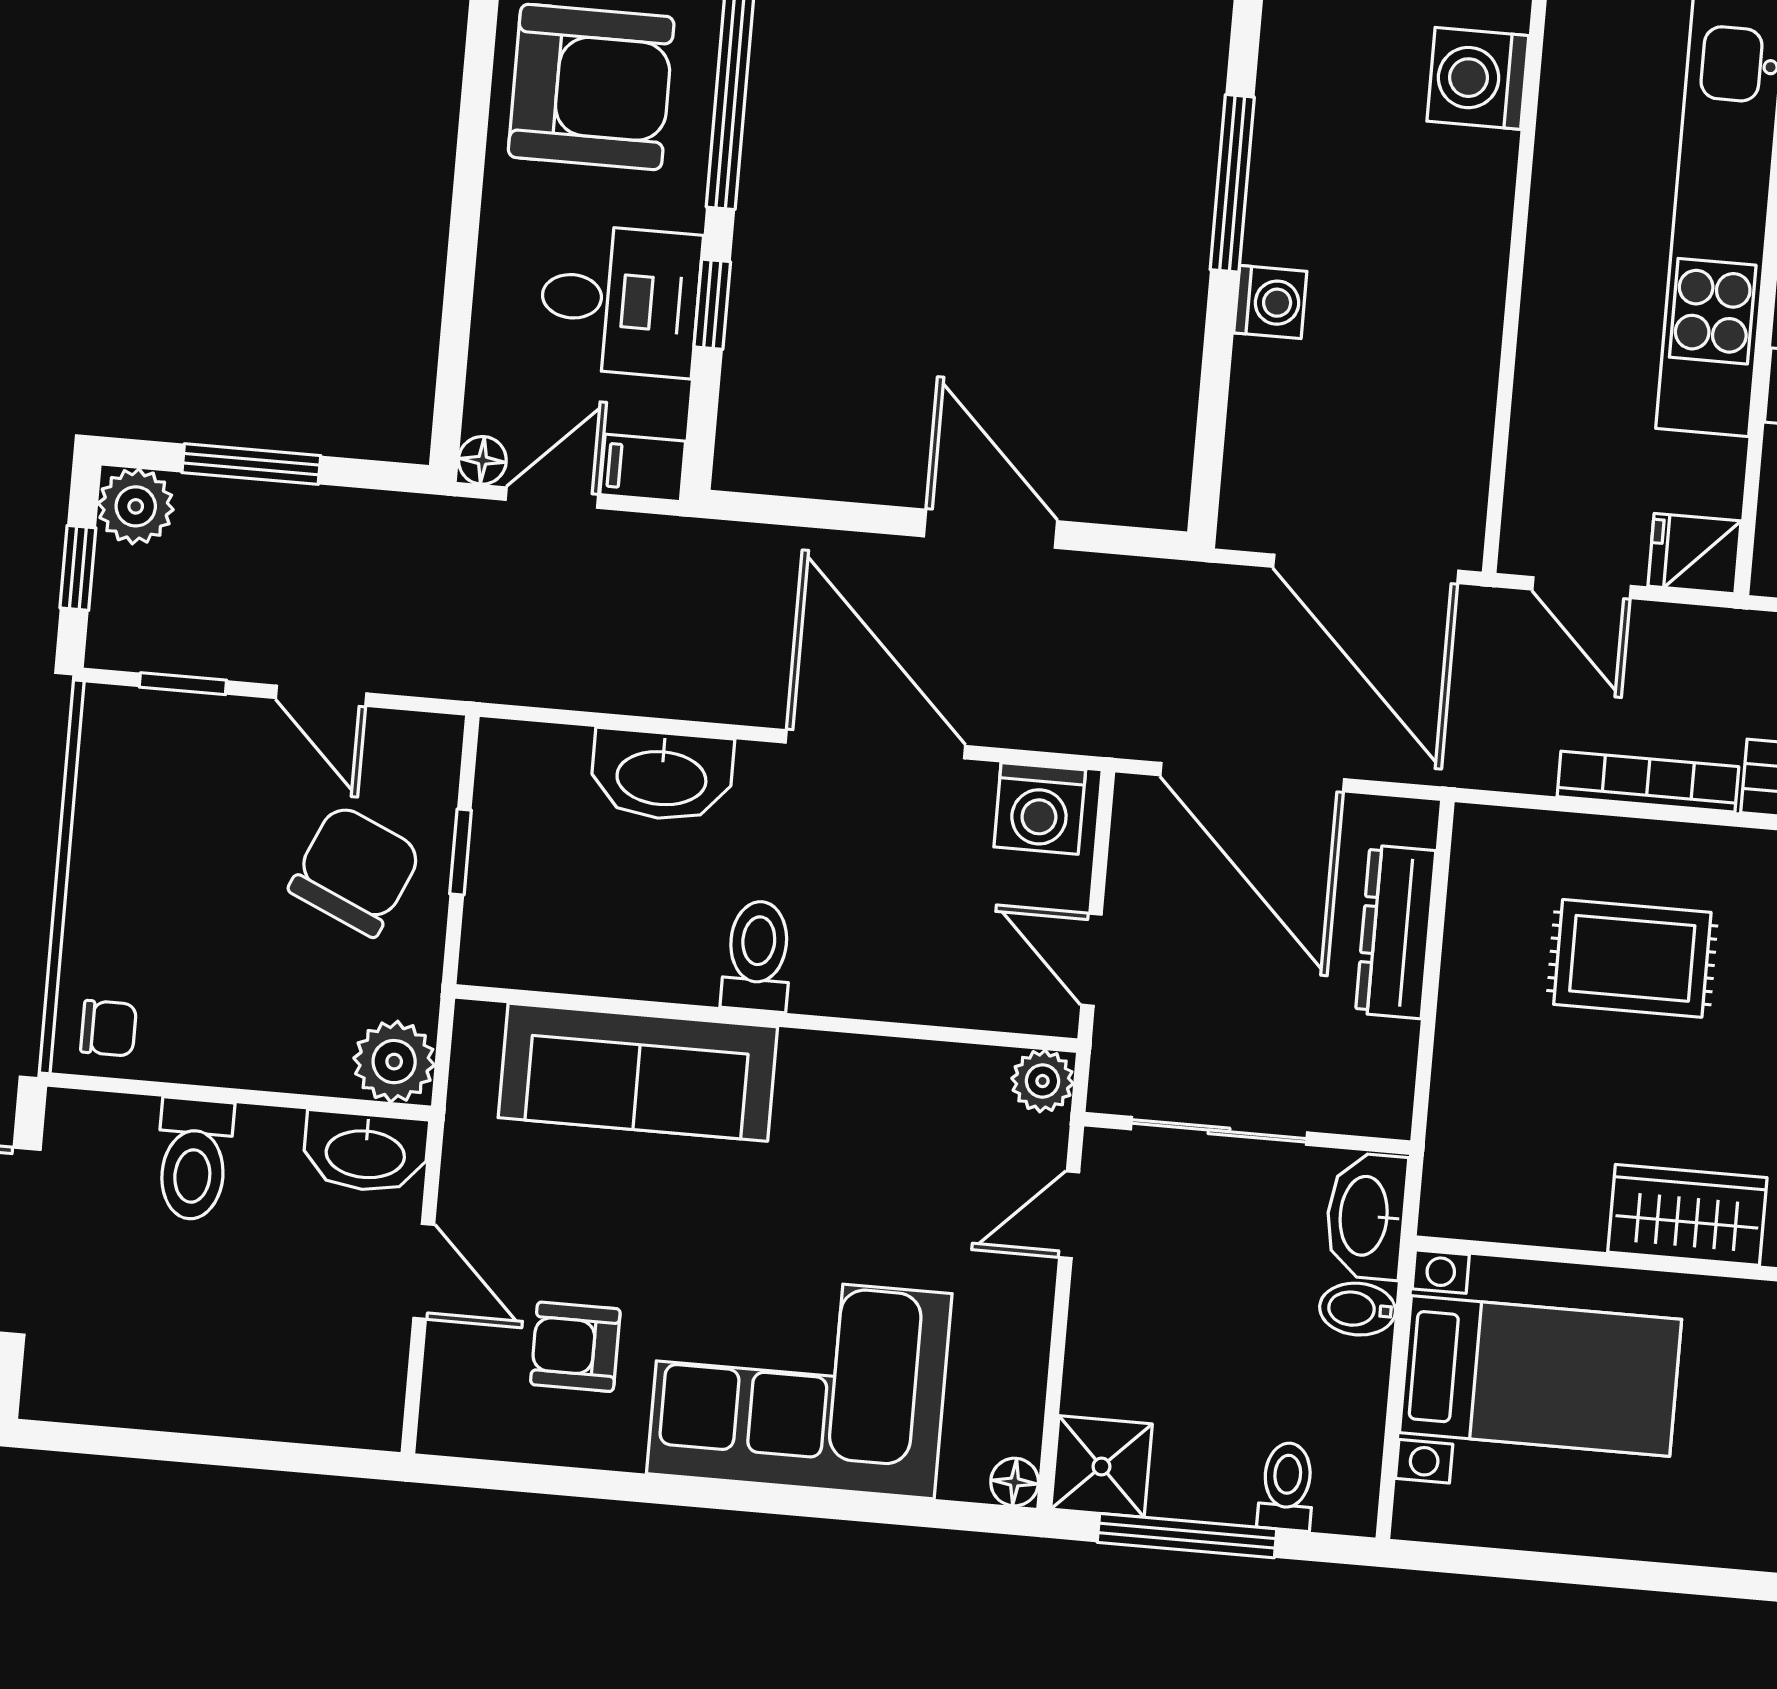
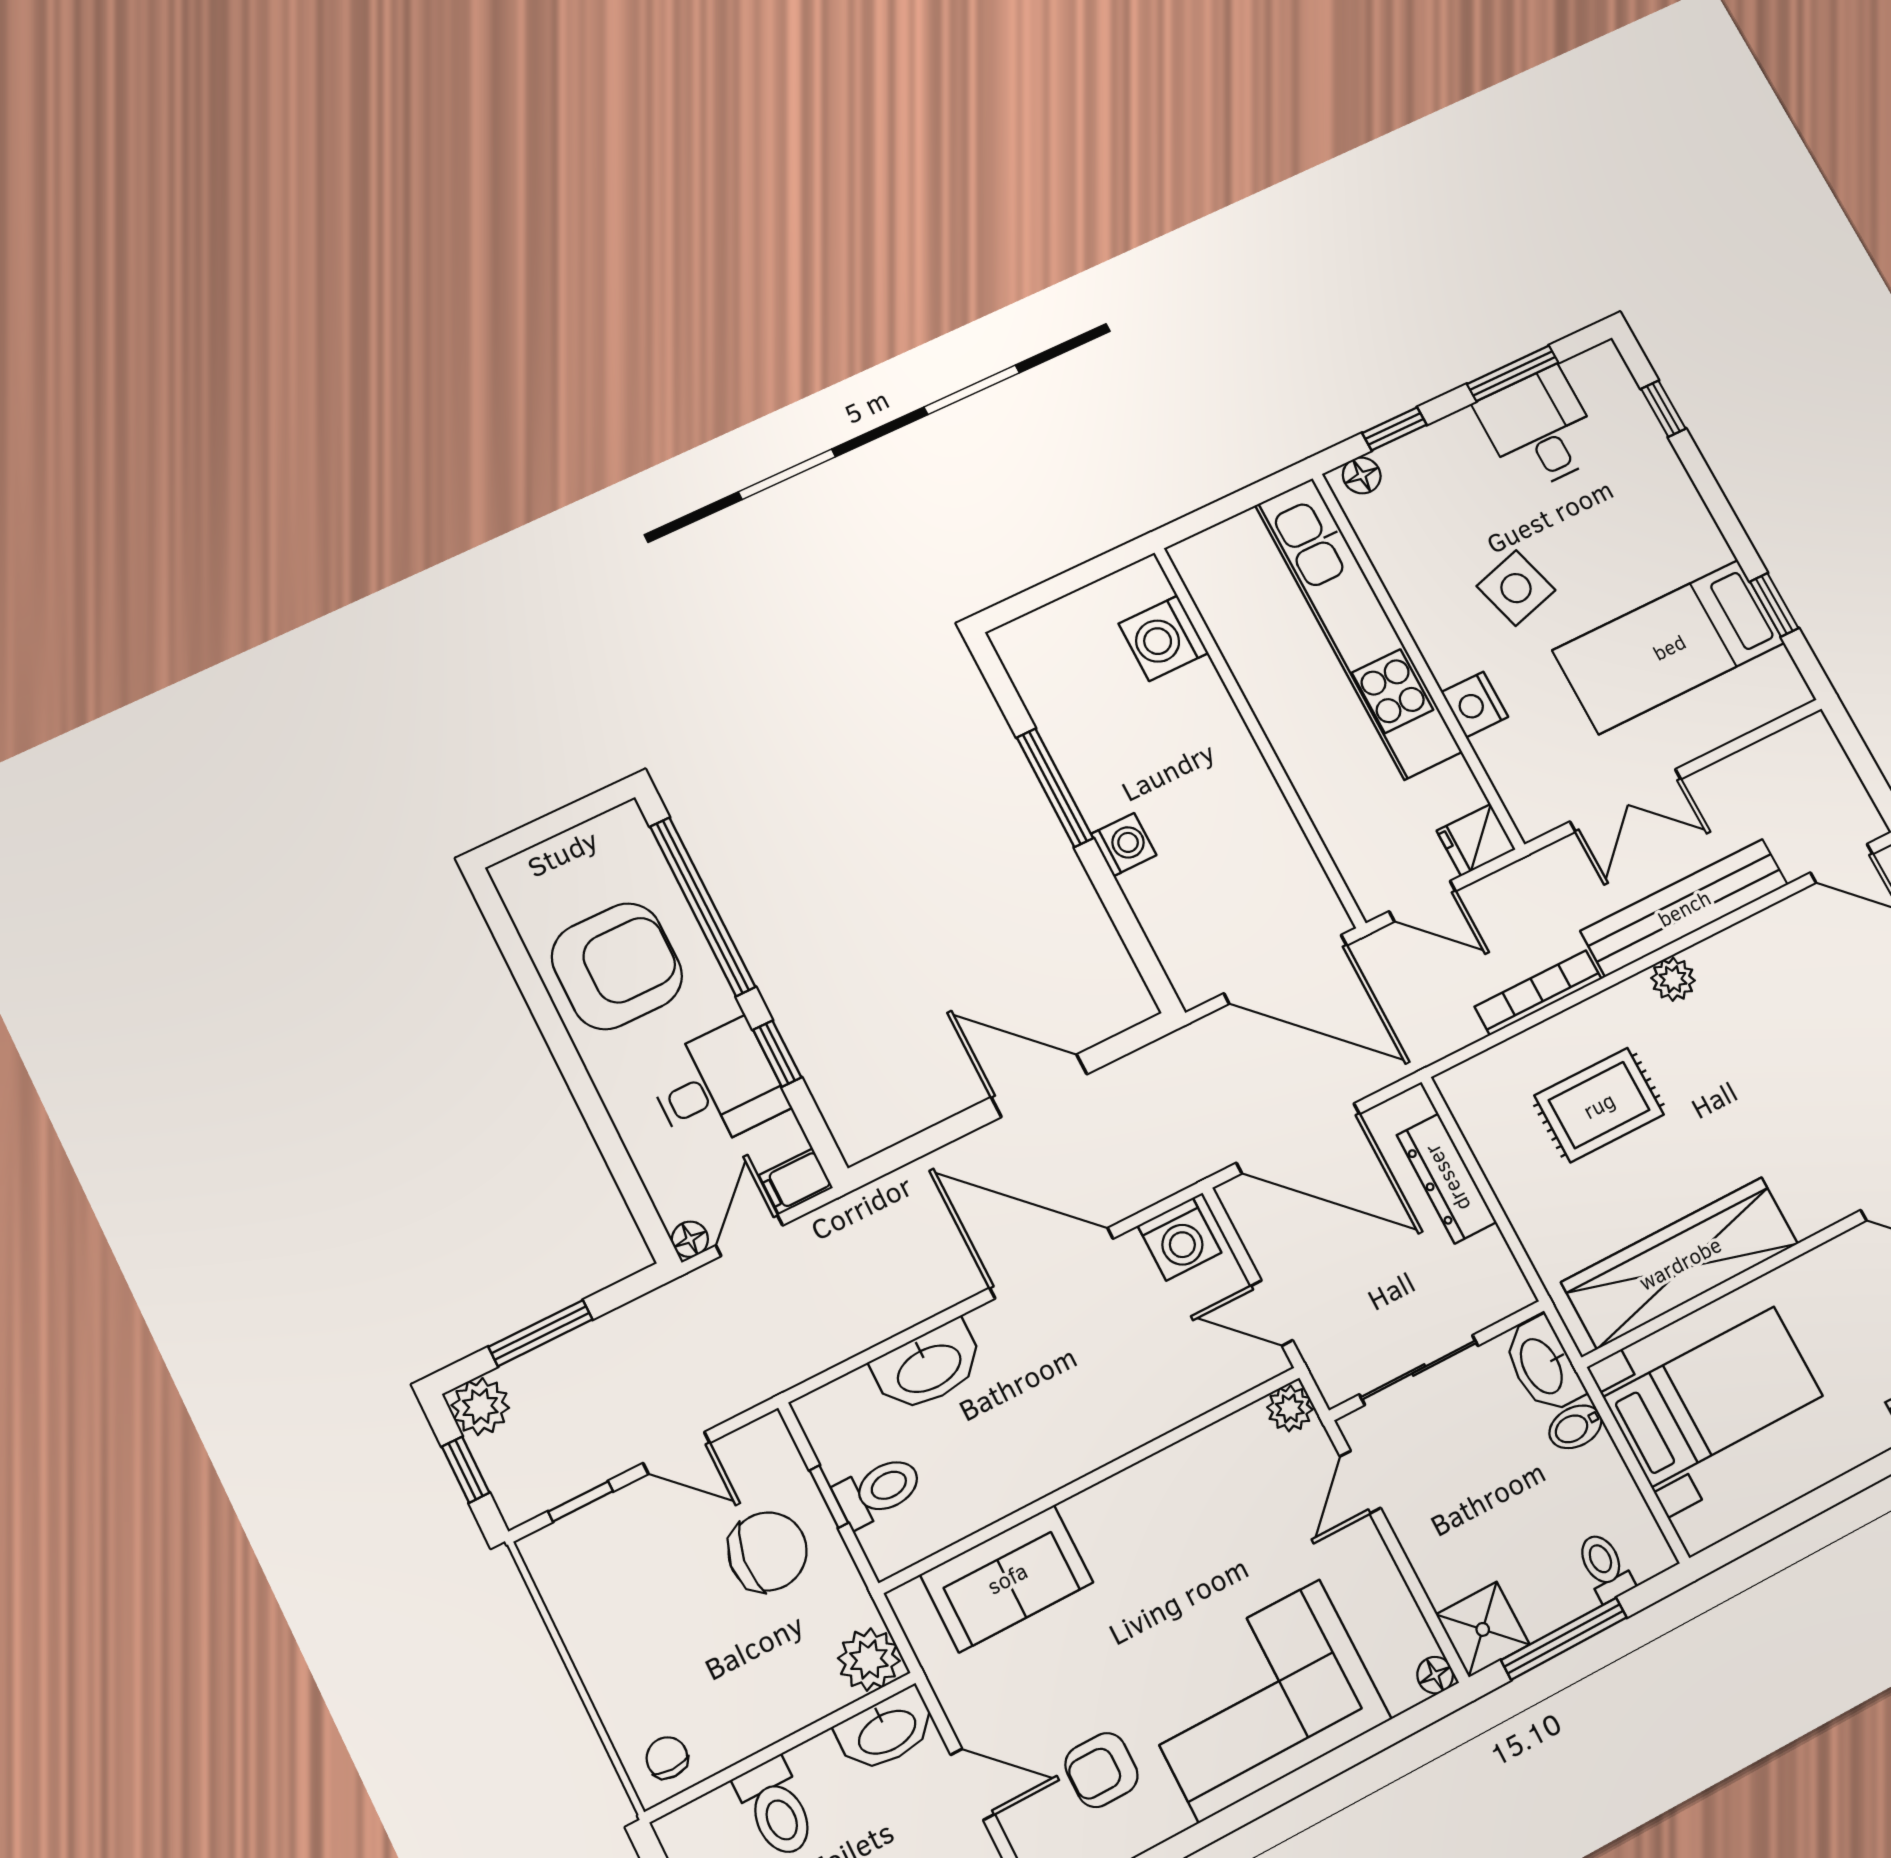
chair: (355, 870) -> (768, 1552), turned 72
toilet: (757, 956) -> (879, 1491), moved, turned 90
chair: (109, 1028) -> (667, 1758), turned -90
sofa: (638, 1072) -> (1007, 1578), width x0.73
wardrobe: (1687, 1215) -> (1680, 1263), width x2.10, depth x1.17

